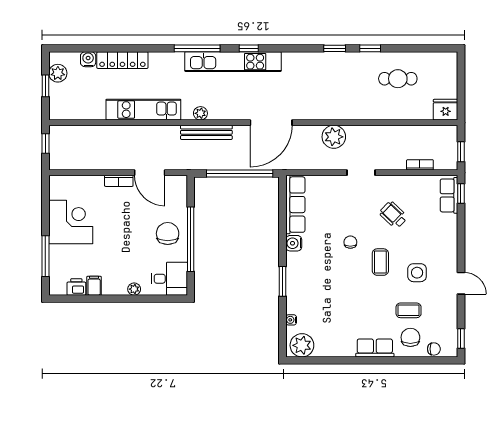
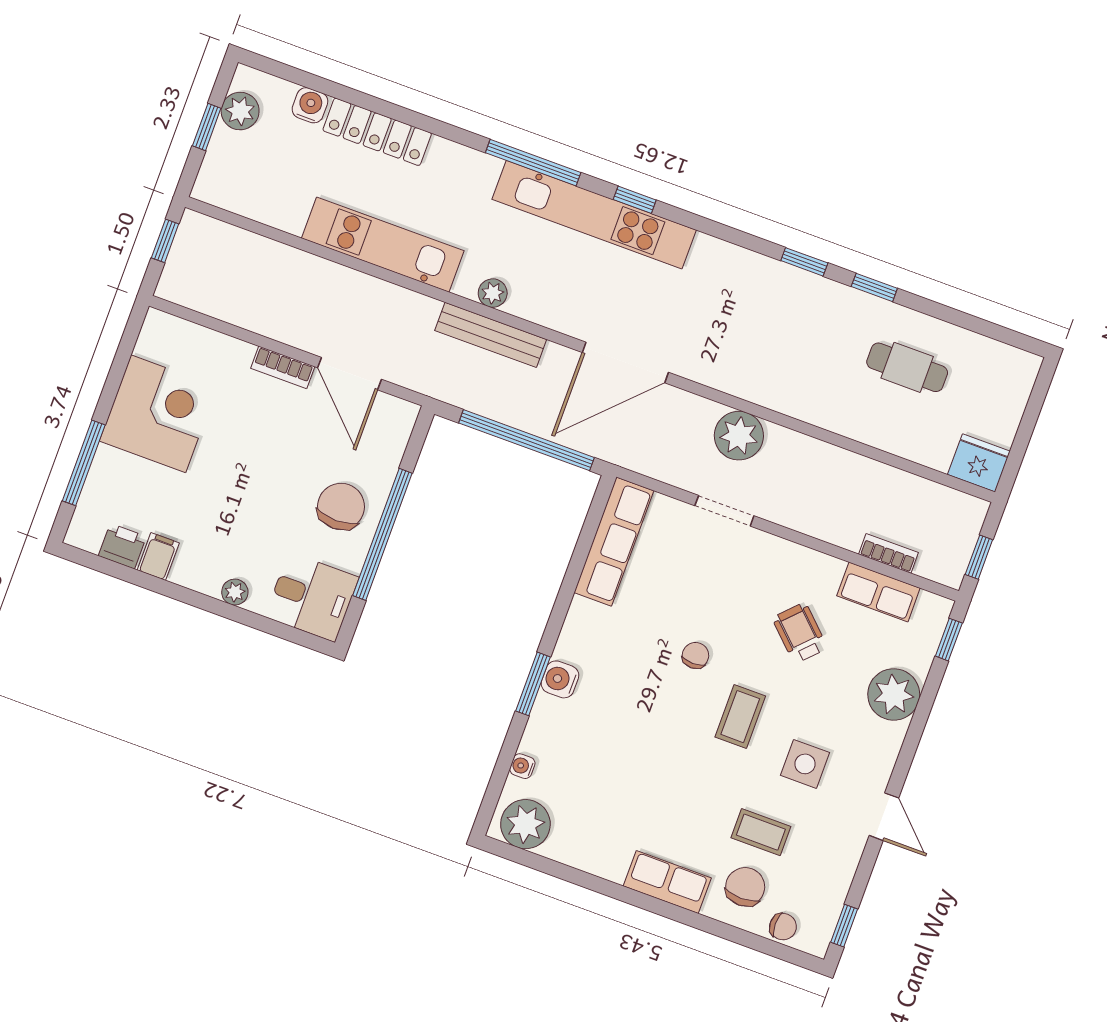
doorway: (361, 173) -> (724, 511), moved
row of seats: (449, 195) -> (878, 592), moved, turned -90
plant: (445, 227) -> (894, 694), added
water cooler: (294, 243) -> (560, 679), moved

